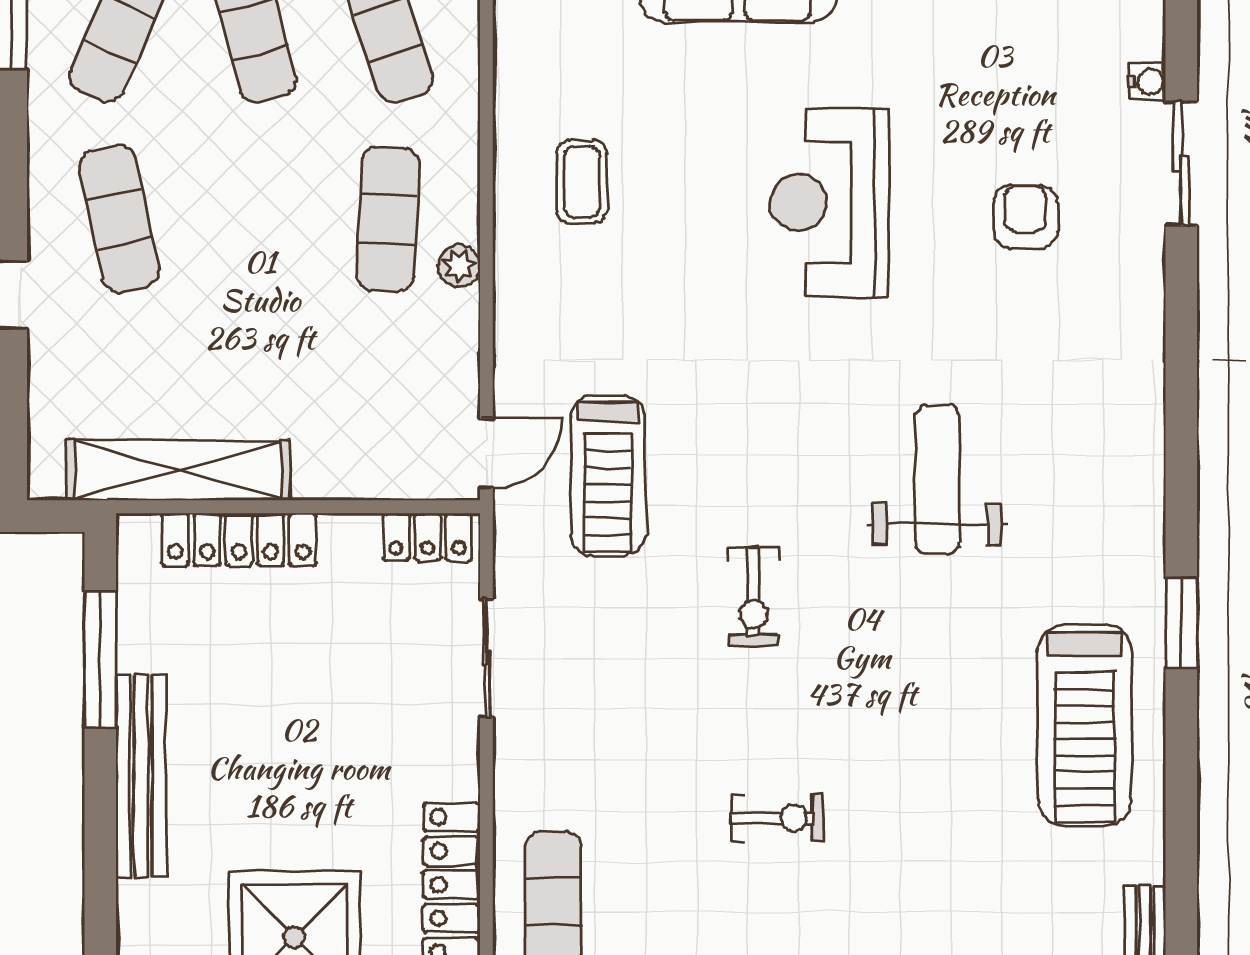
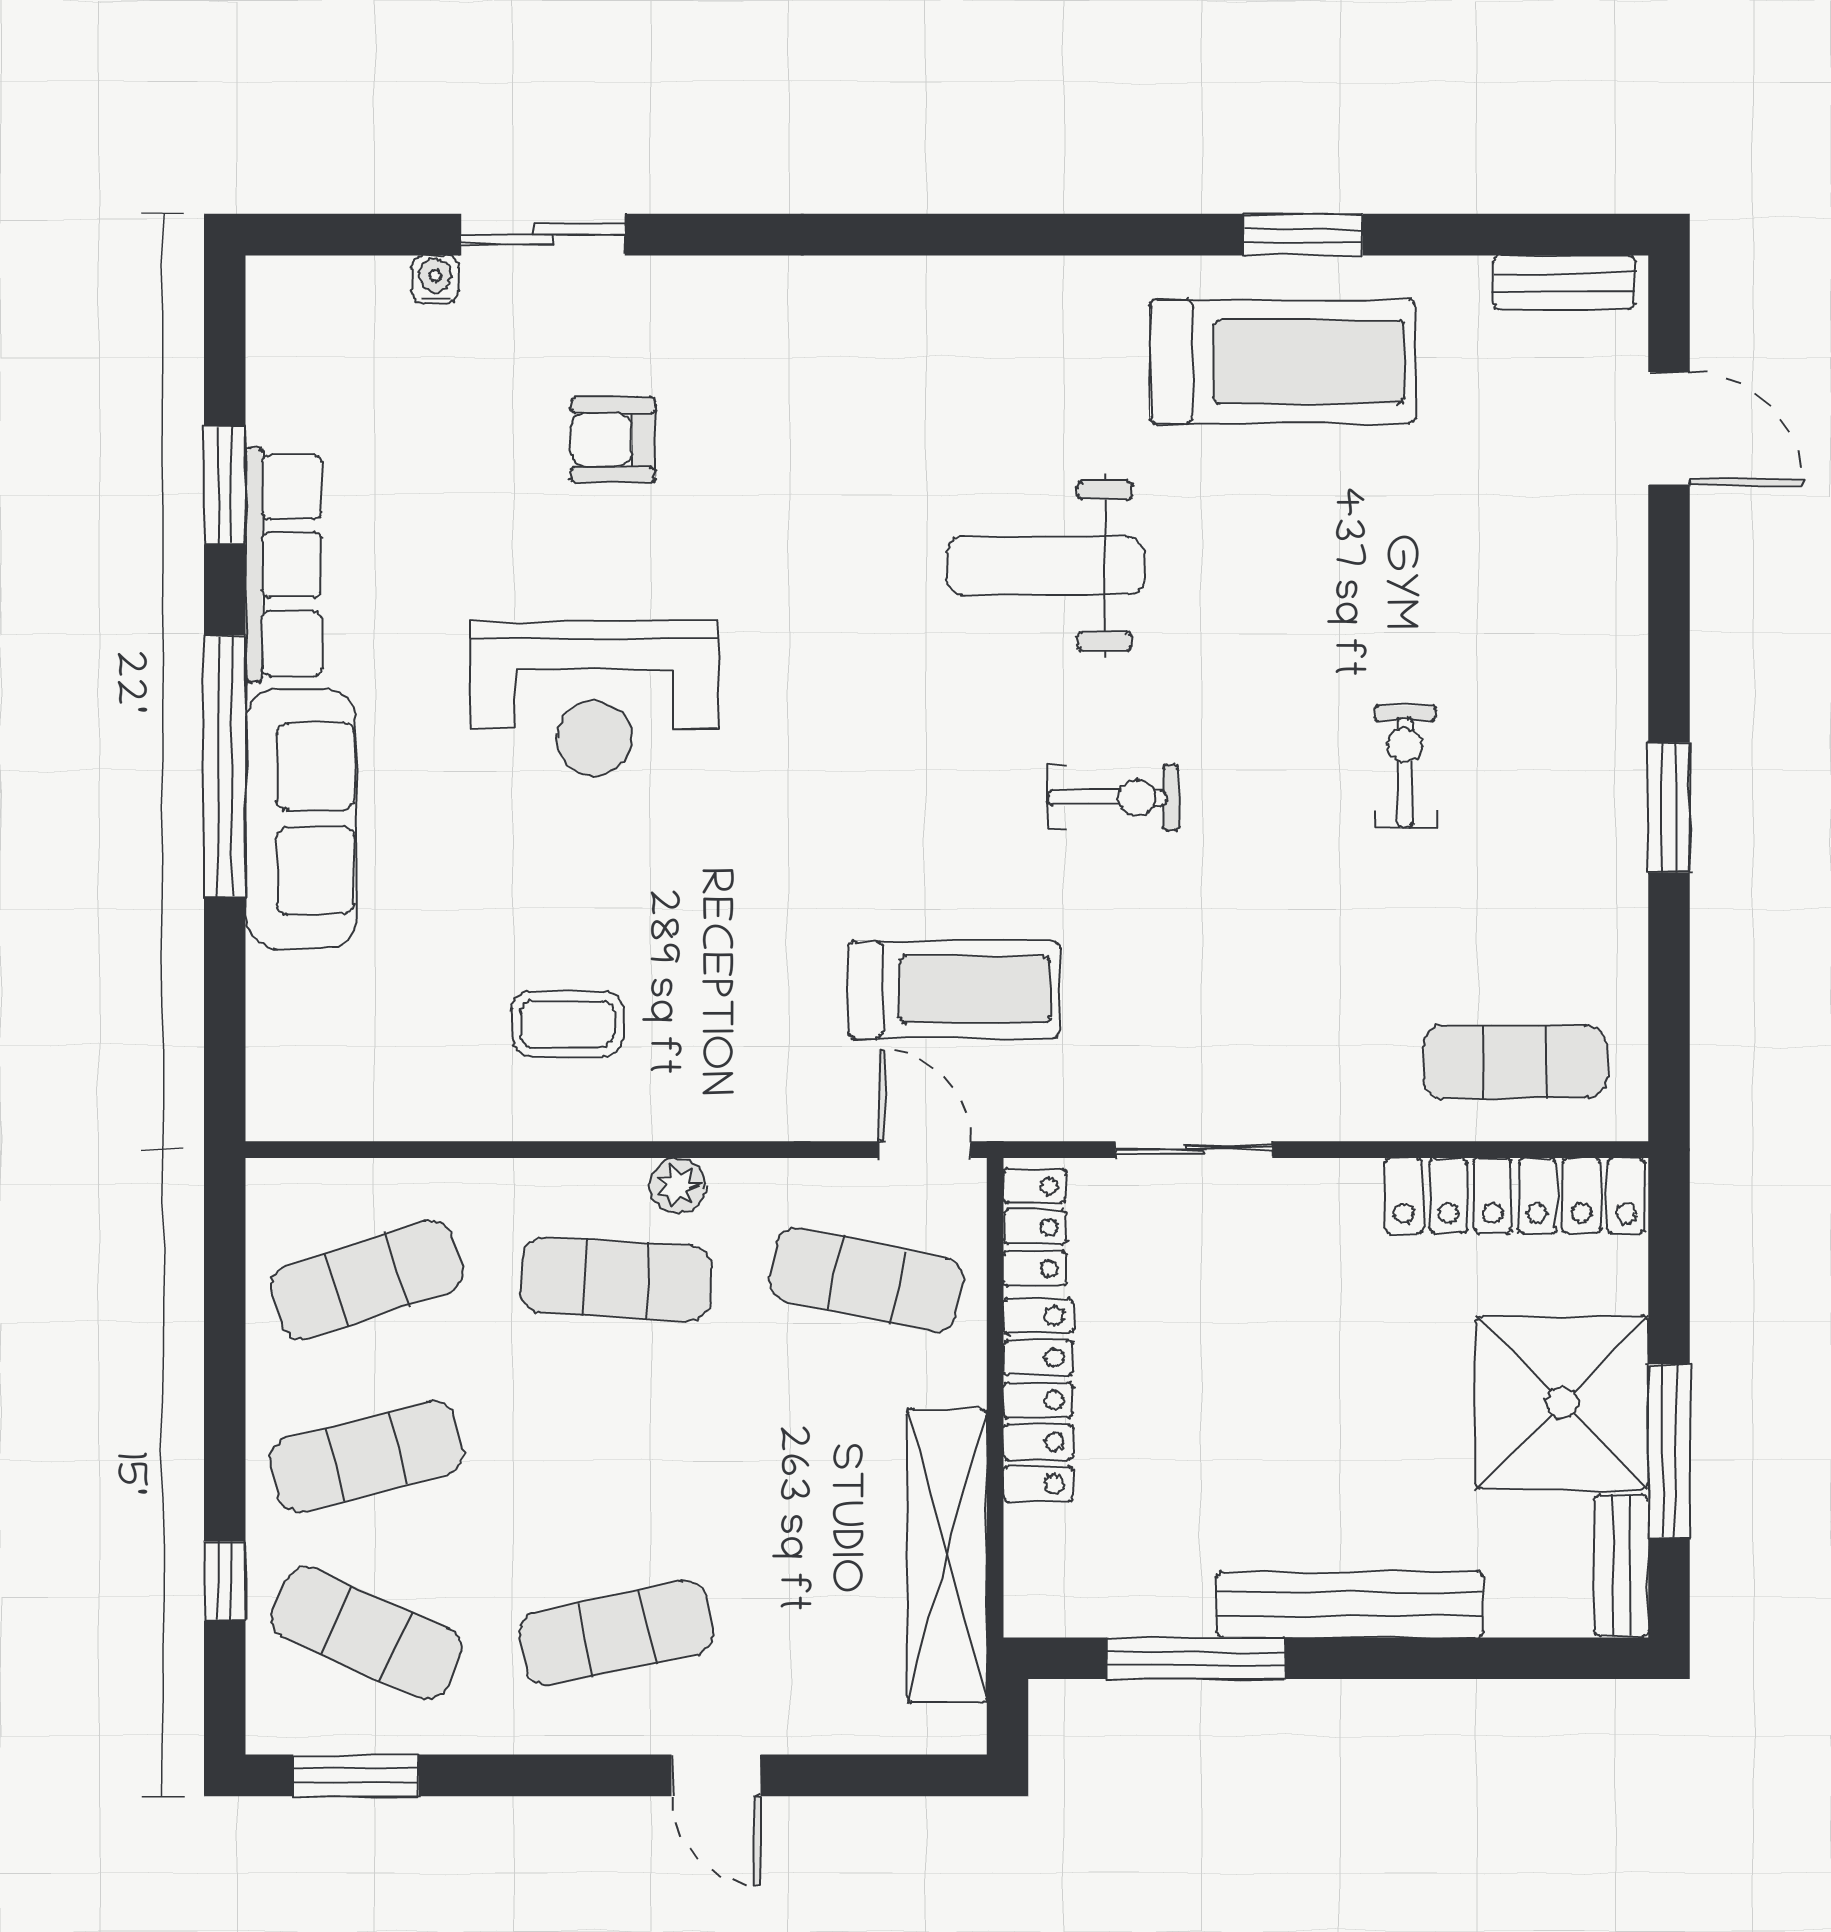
exercise mat: (388, 409) -> (866, 1280), added
weight bench: (937, 479) -> (1046, 566), moved
locker: (239, 539) -> (1038, 1400), moved
window: (1181, 623) -> (1303, 235), moved

